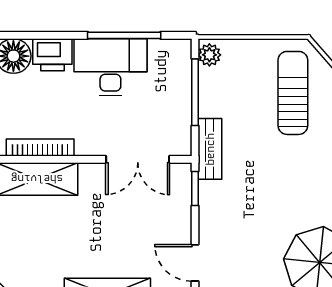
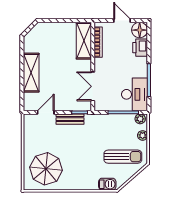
plant: (246, 49) -> (143, 135), added
desk: (110, 67) -> (135, 94), moved
bench: (210, 149) -> (70, 119), moved

